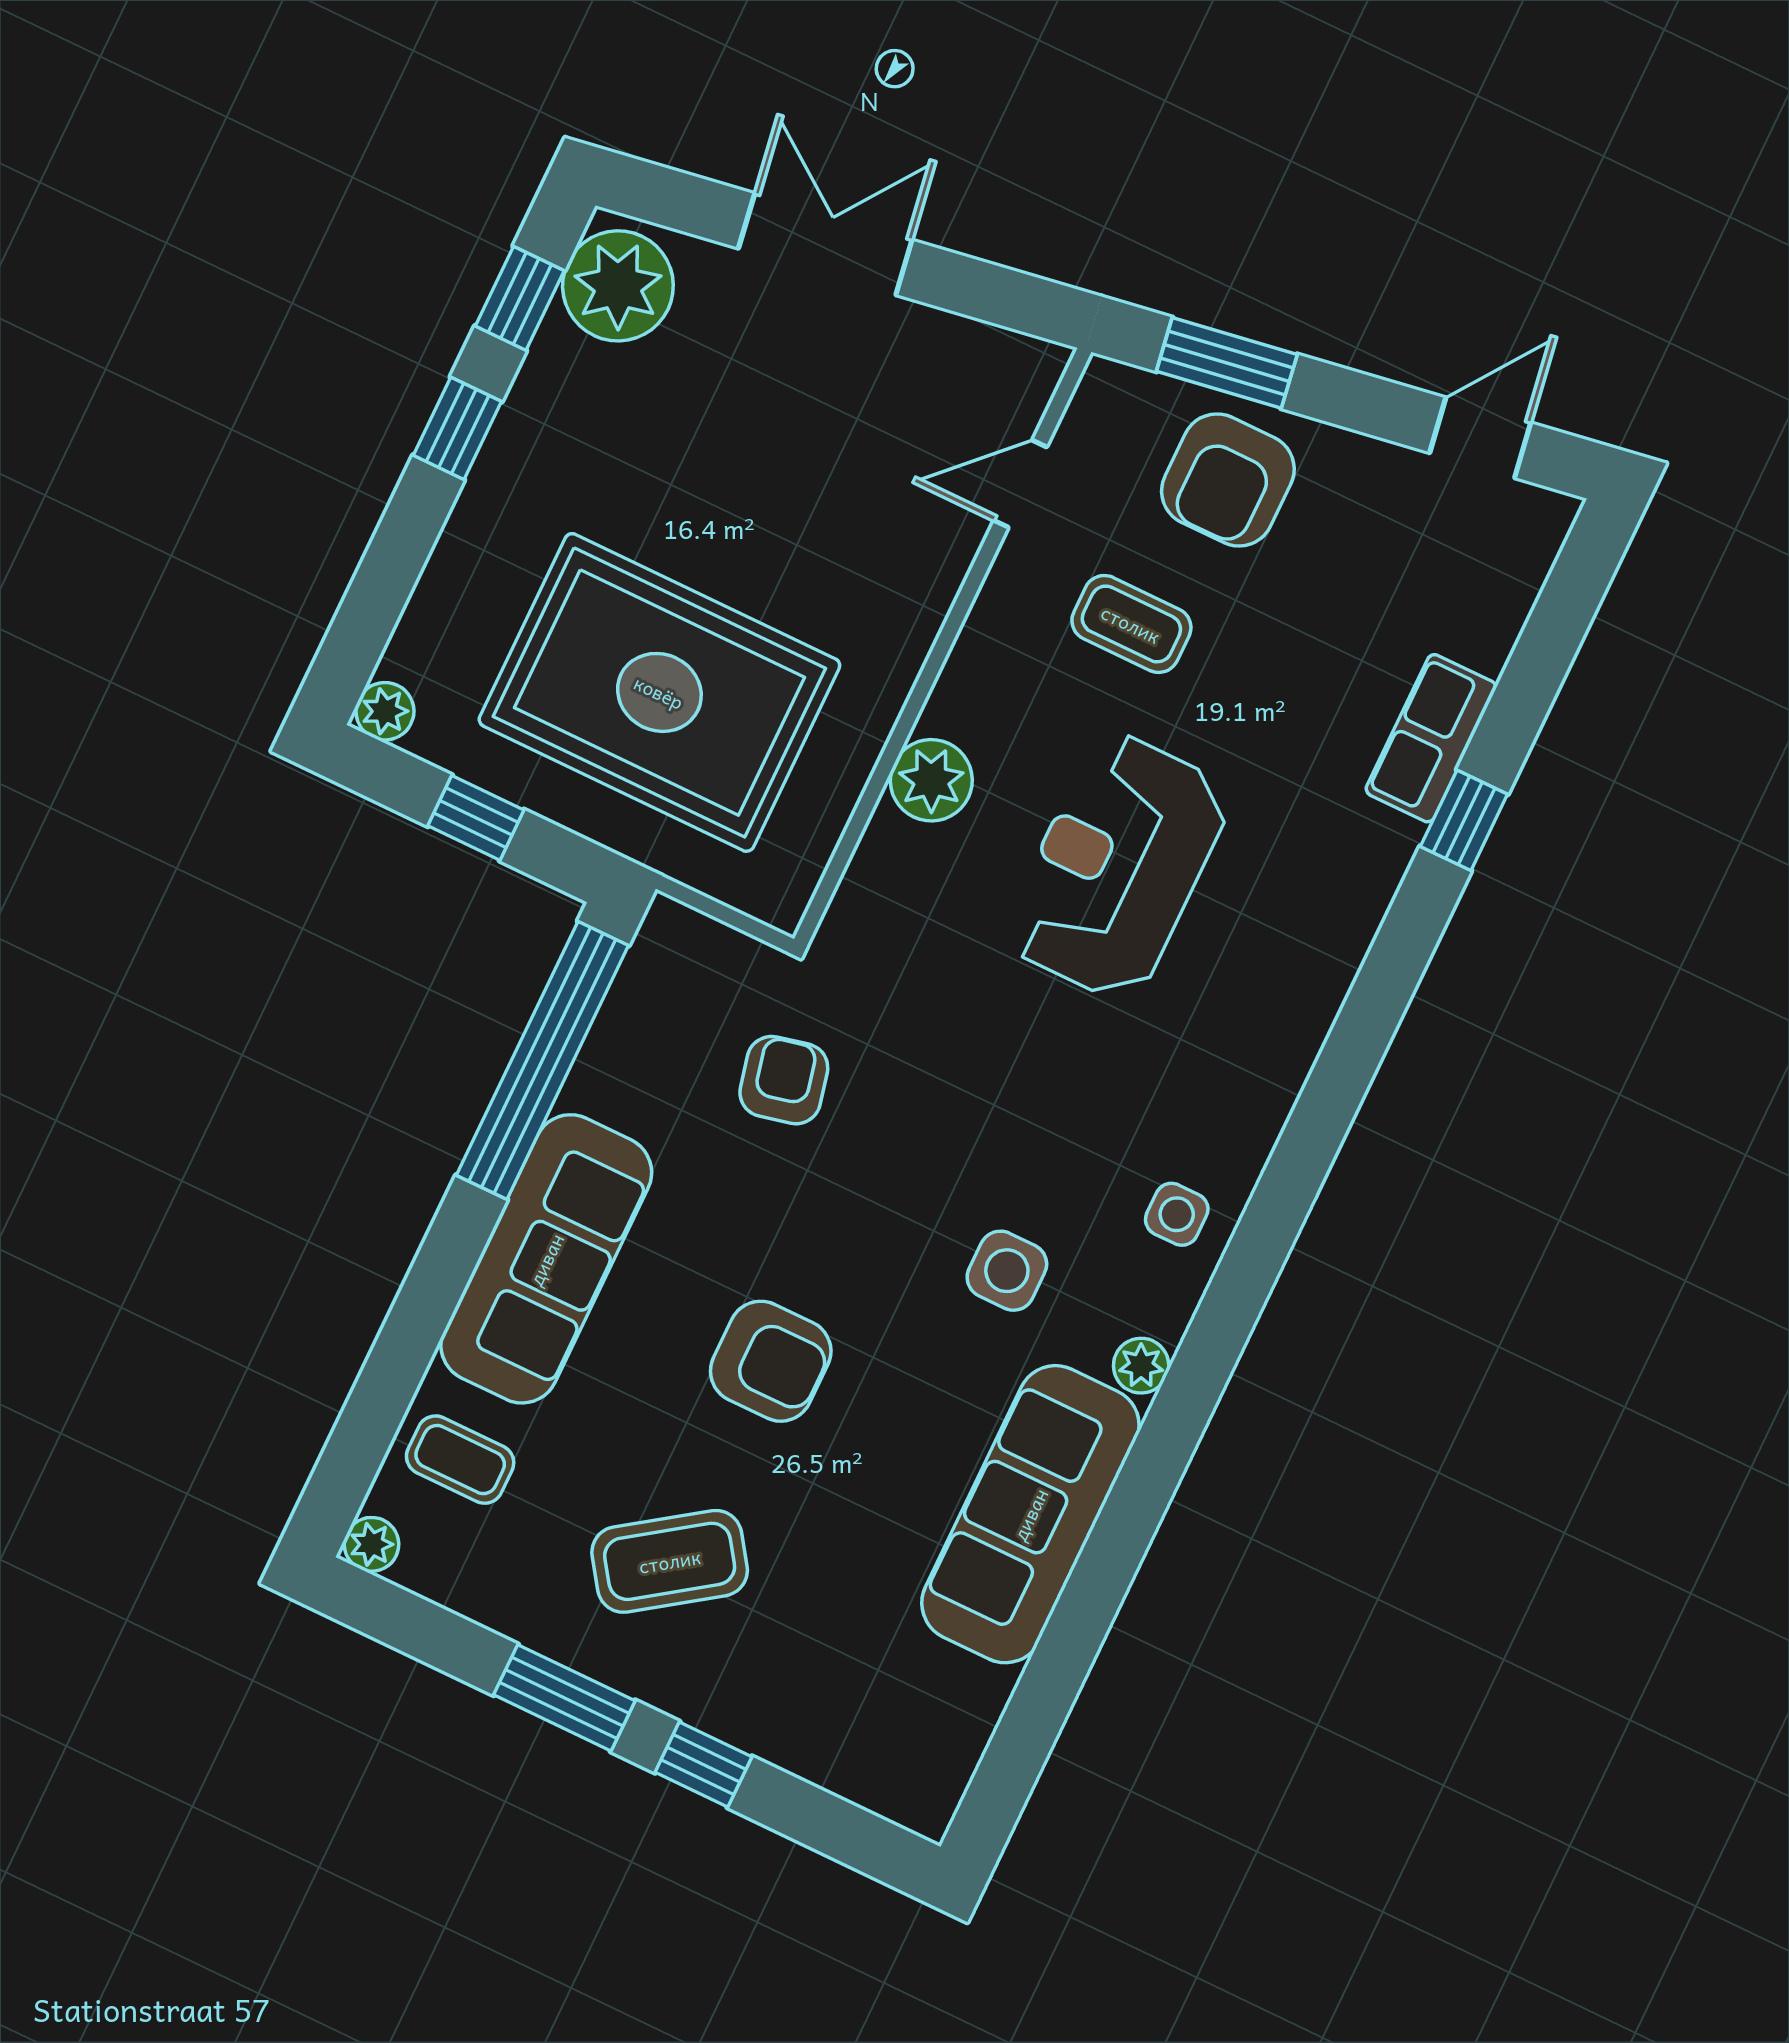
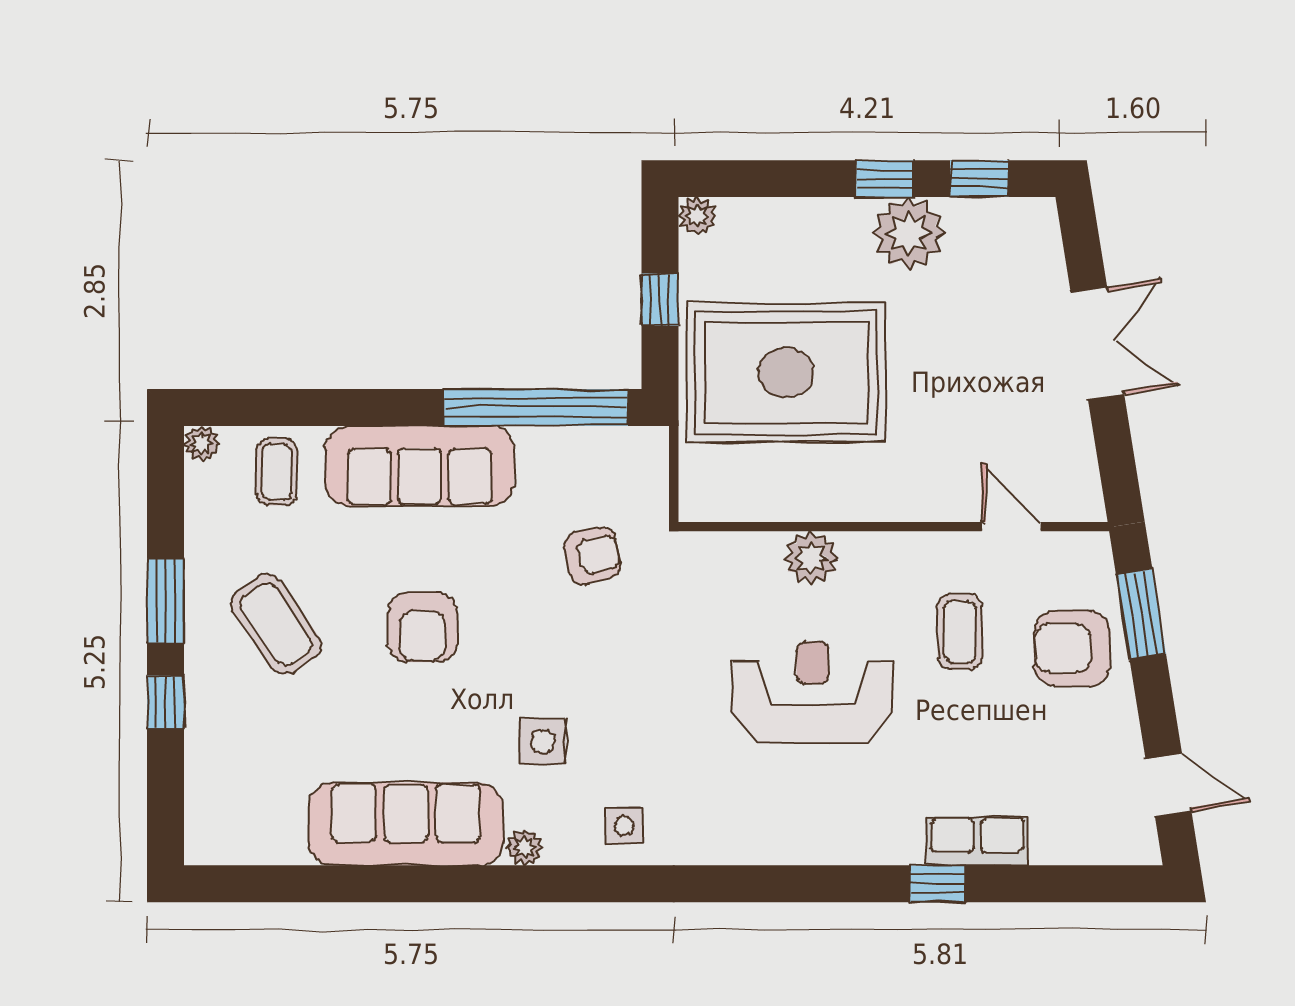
plant: (618, 286) -> (908, 233), moved
rug: (659, 692) -> (786, 373), turned 90

